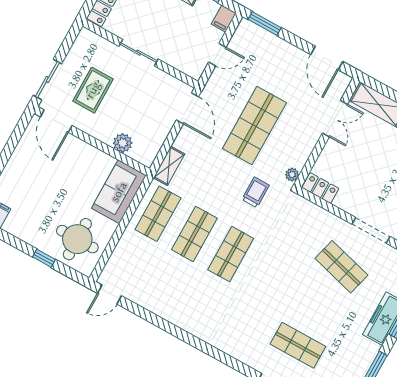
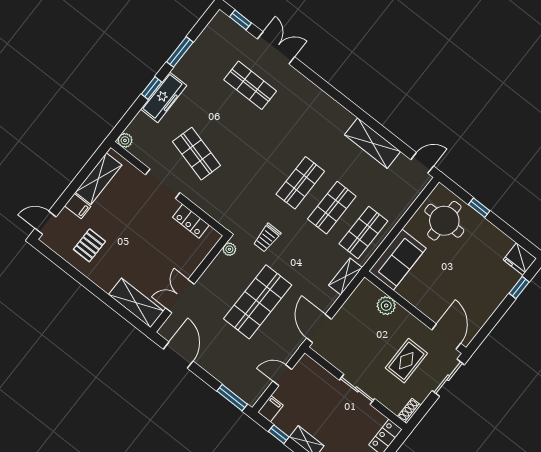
shoe rack: (82, 39) -> (409, 411), added
locker: (320, 188) -> (191, 221), moved
shelving: (164, 306) -> (372, 143), added

